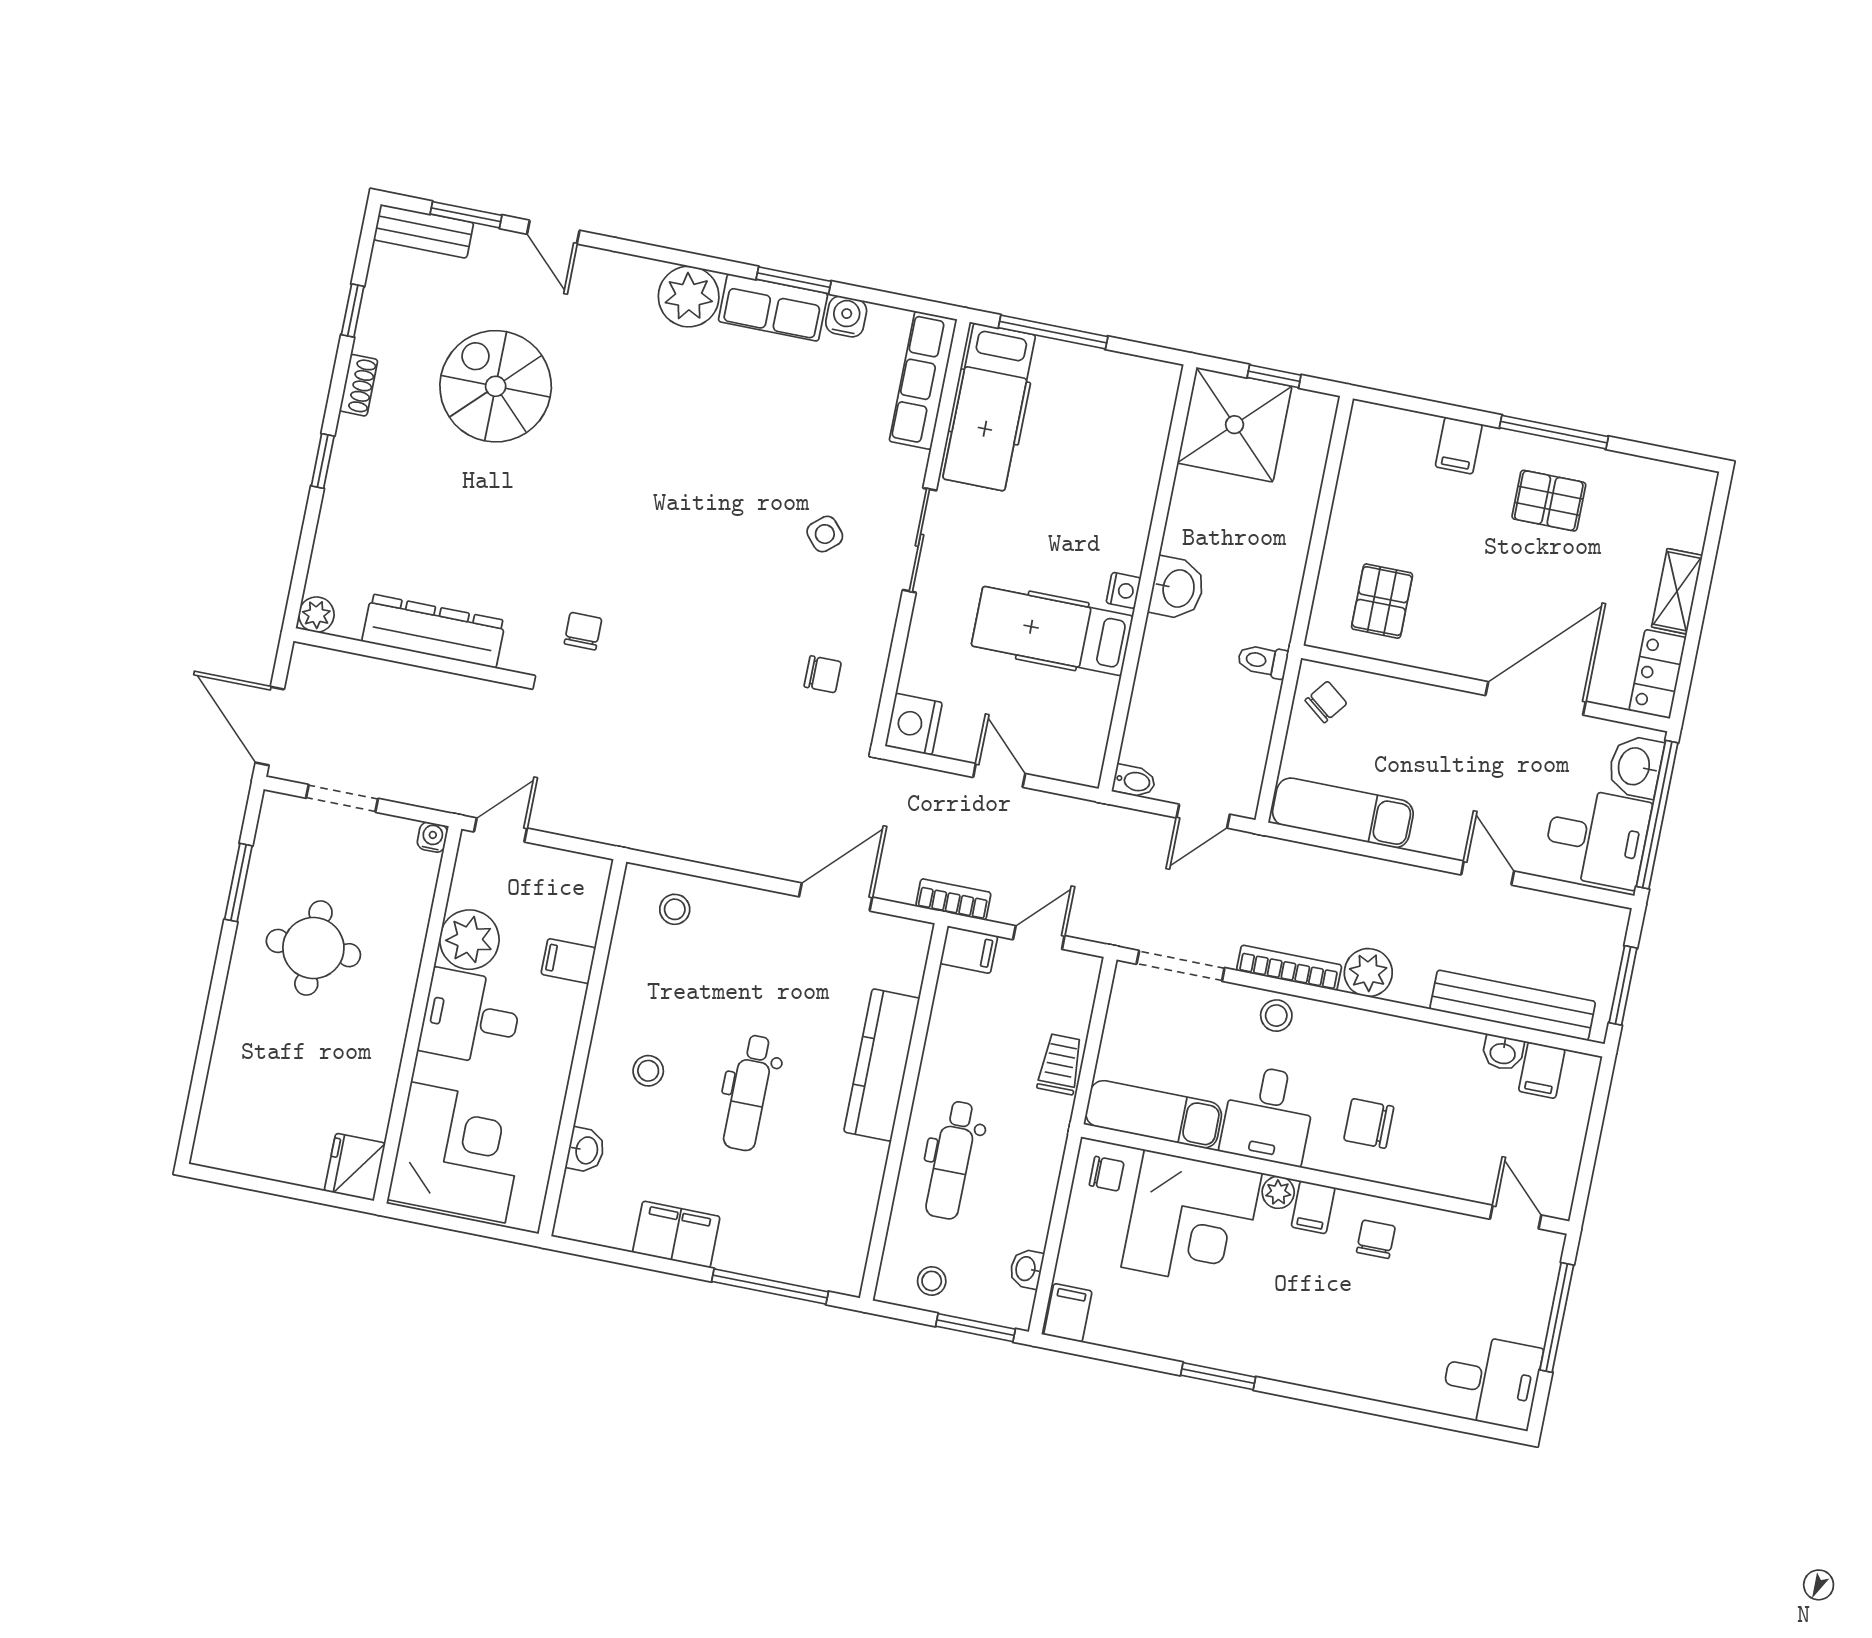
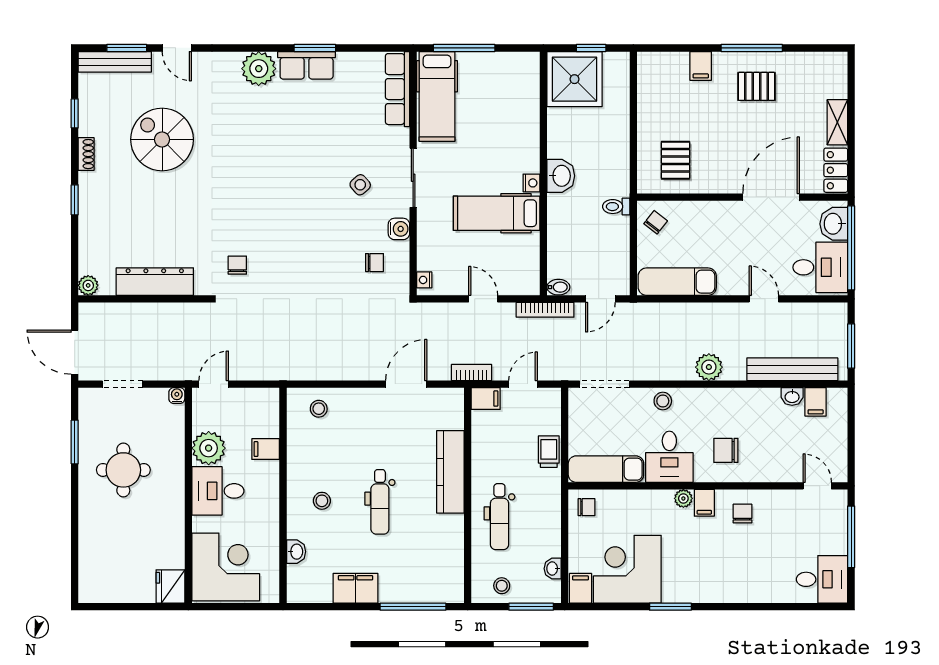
bench: (424, 231) -> (115, 62), width x1.36
water cooler: (846, 317) -> (399, 229), moved, turned 90
nightstand: (914, 724) -> (424, 280), width x0.53, depth x0.56
bookcase: (1289, 968) -> (545, 310), moved, turned 180
corner desk: (1192, 1220) -> (627, 569), moved, turned 180

